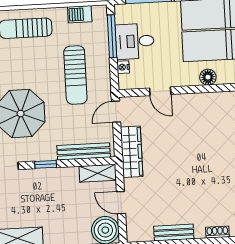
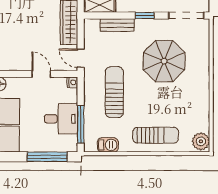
nightstand: (123, 67) -> (72, 82), moved
door: (116, 112) -> (81, 58), swing flipped
bench: (84, 151) -> (117, 25), width x0.73

